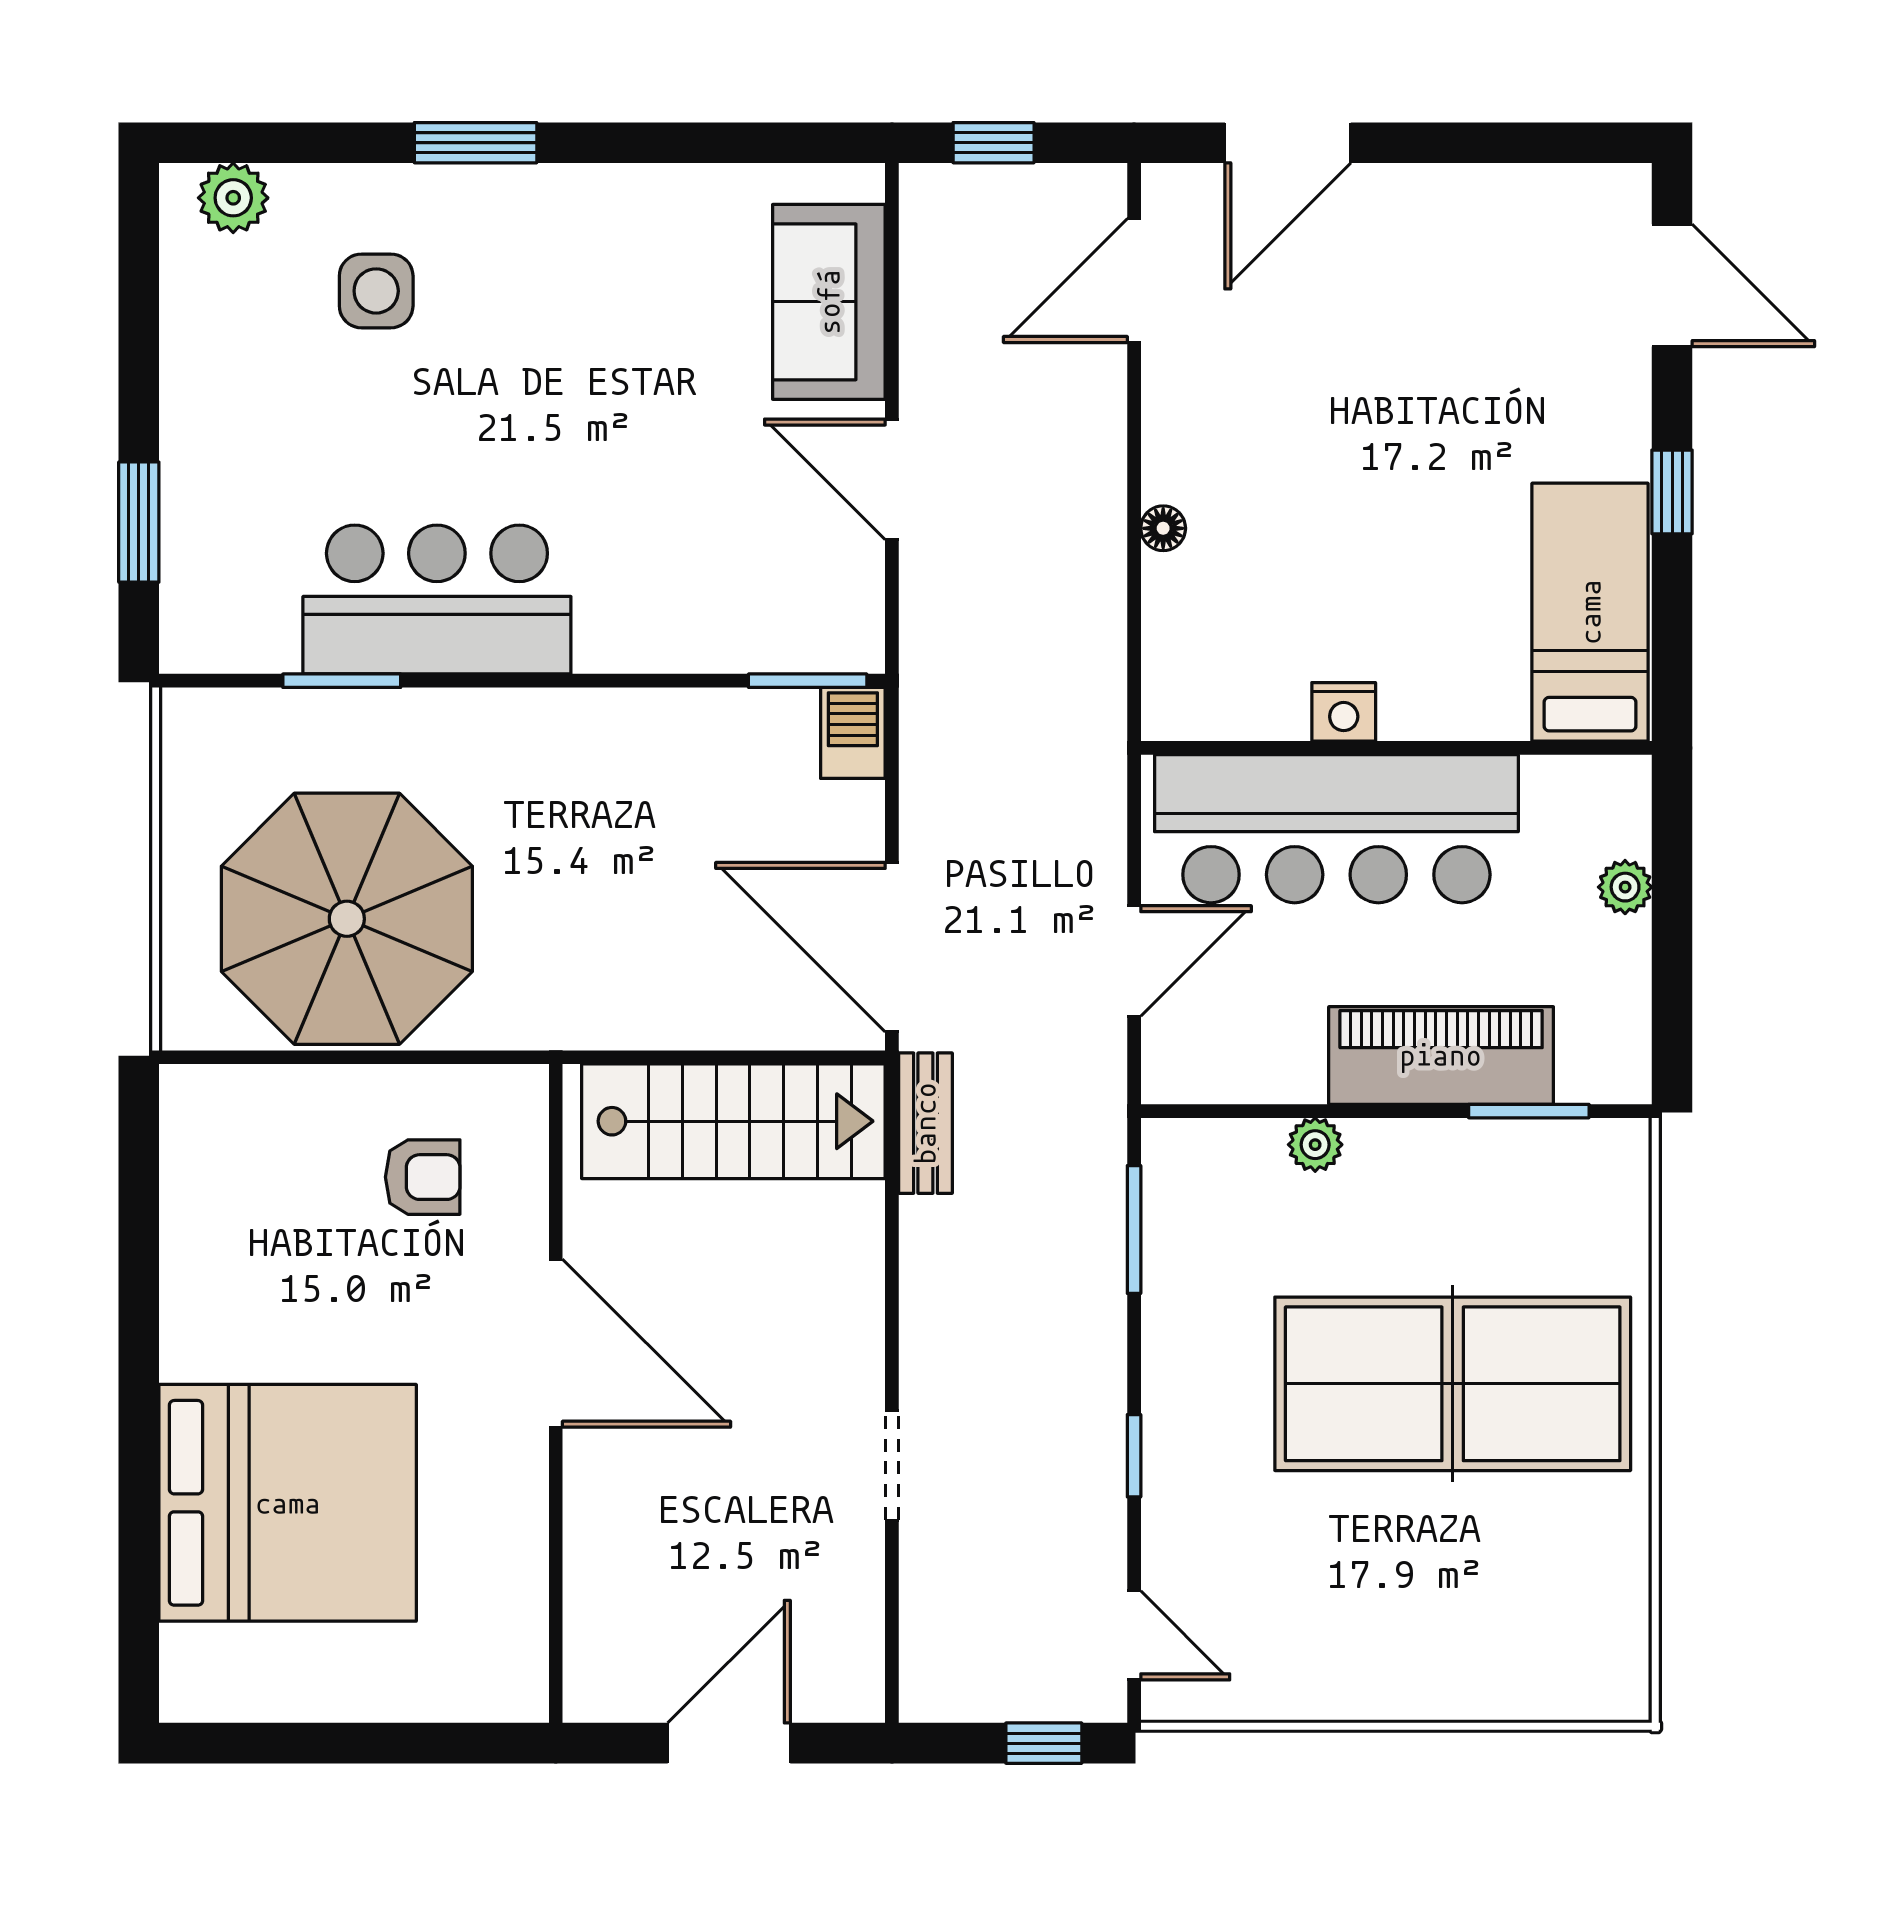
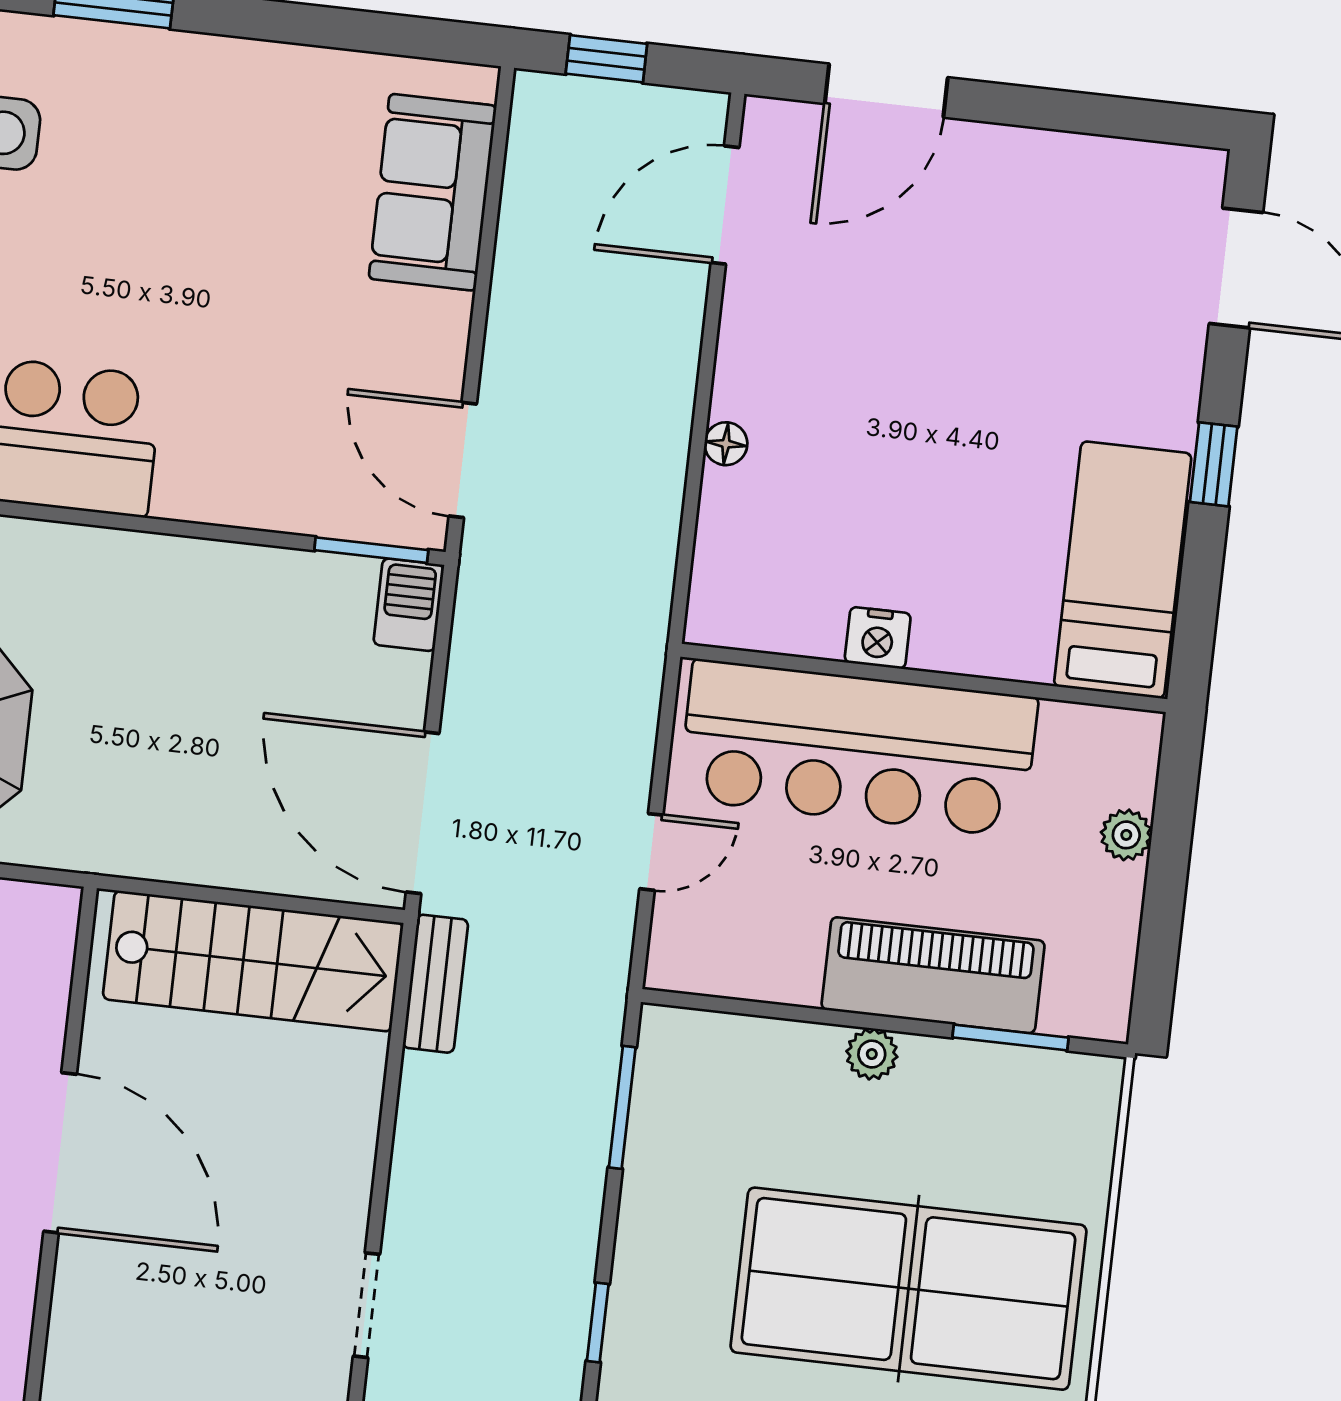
door: (892, 479) -> (463, 460), moved
door: (1134, 961) -> (651, 852), width x0.73
plant: (1315, 1145) -> (872, 1054), moved

